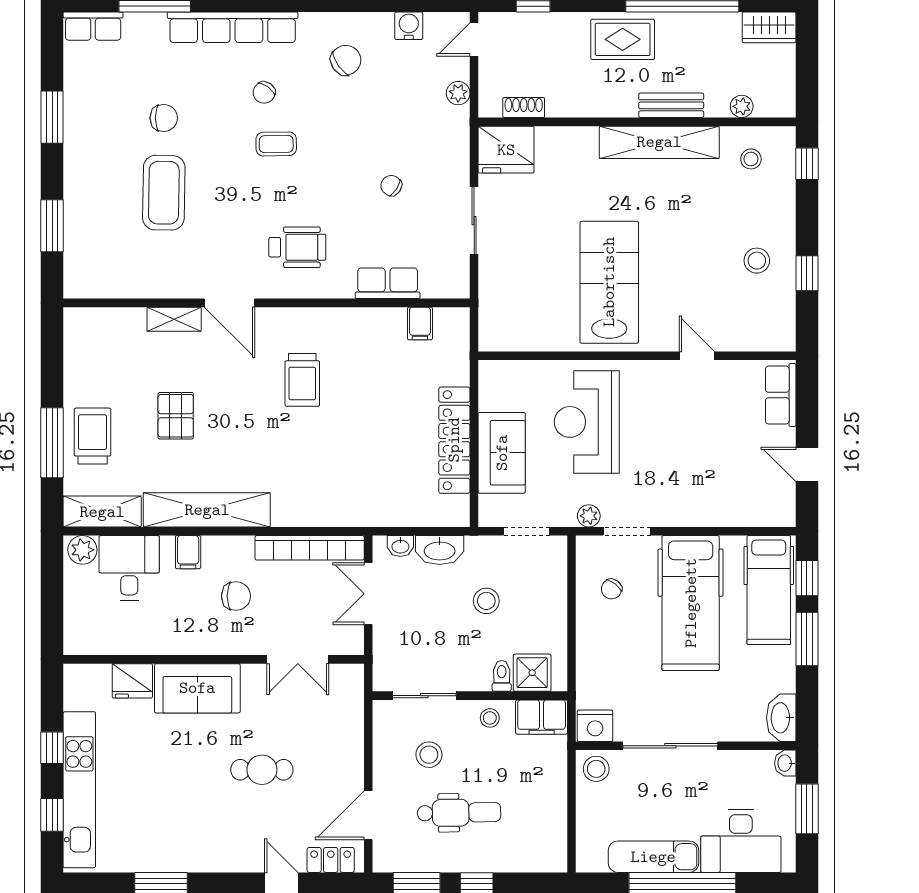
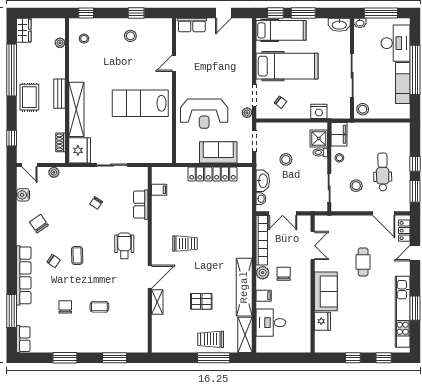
bench: (671, 105) -> (59, 94), moved
shelving: (659, 142) -> (76, 109), moved
coffee table: (164, 193) -> (99, 307), width x0.54, depth x0.58
plant: (82, 550) -> (263, 273), moved
nightstand: (595, 726) -> (319, 111), moved, turned 90
kitchen unit: (79, 790) -> (403, 312), moved, turned -90
window: (807, 809) -> (381, 13), width x1.44

